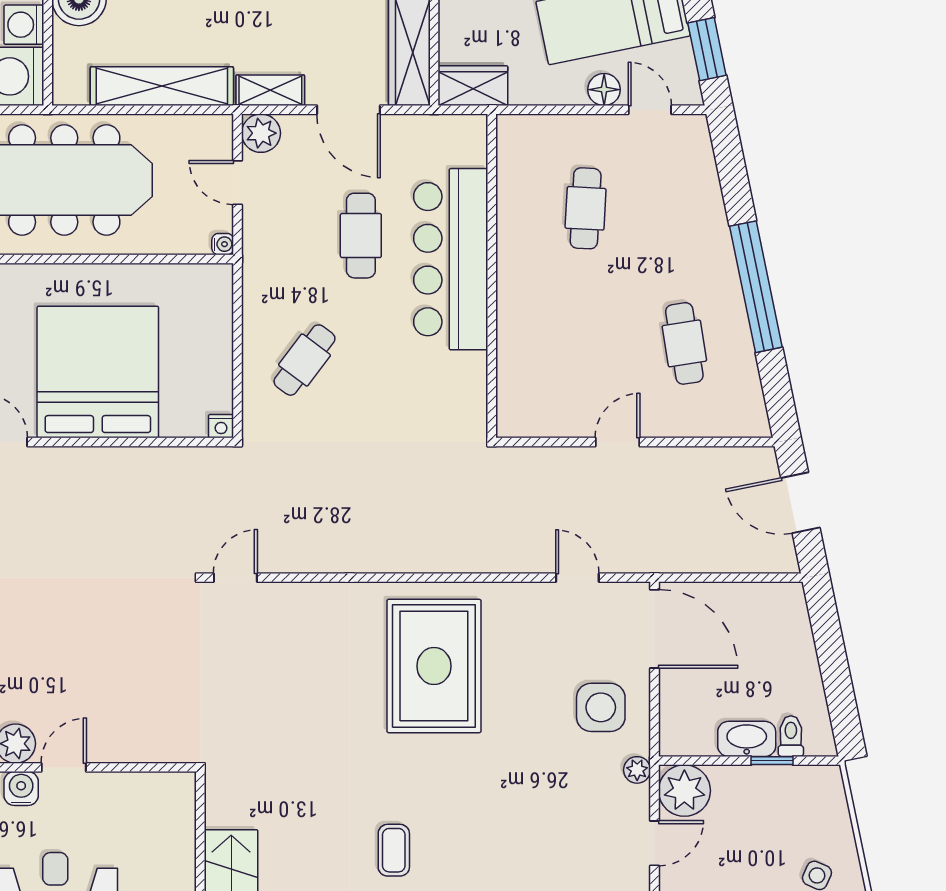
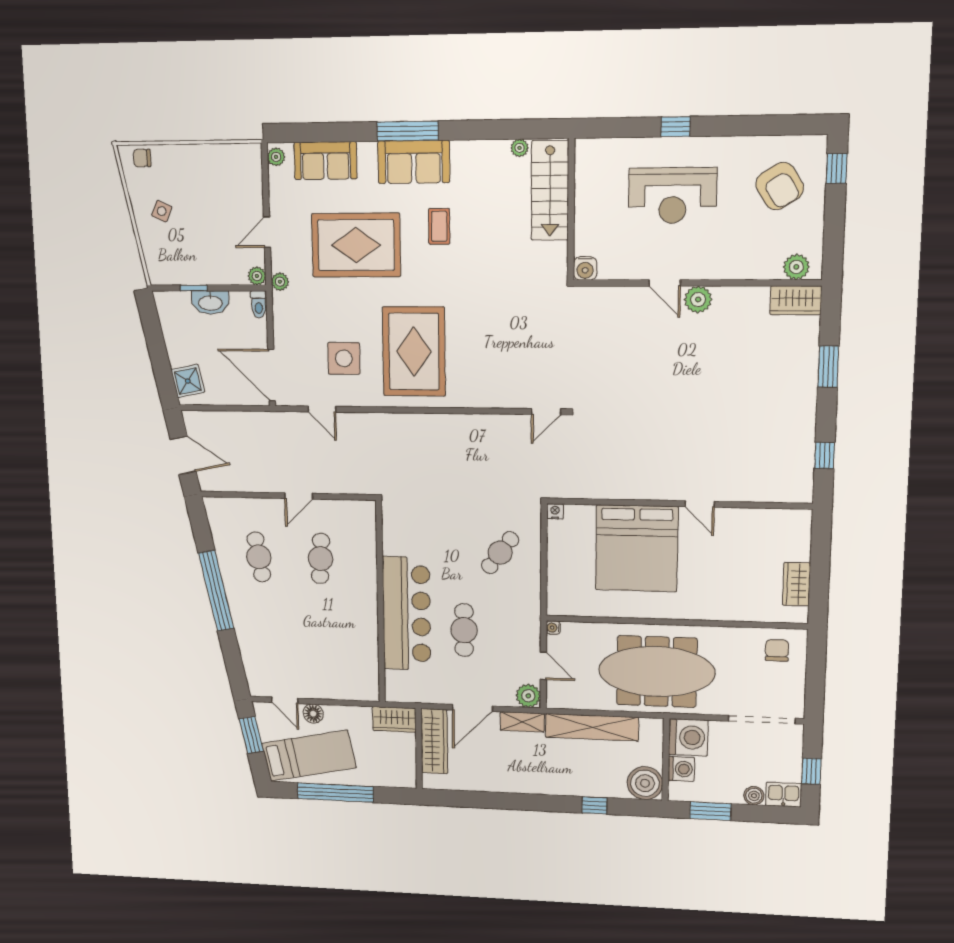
door: (349, 110) -> (472, 708), swing flipped
cafe table: (586, 208) -> (320, 559), moved
shower: (788, 619) -> (188, 381), added
side table: (601, 707) -> (344, 358), moved
toilet: (791, 736) -> (259, 304), moved
door: (64, 767) -> (665, 283), hinge flipped
water cooler: (21, 789) -> (585, 268), moved
plant: (684, 791) -> (257, 276), width x0.53, depth x0.53
rug: (519, 824) -> (356, 245), added

